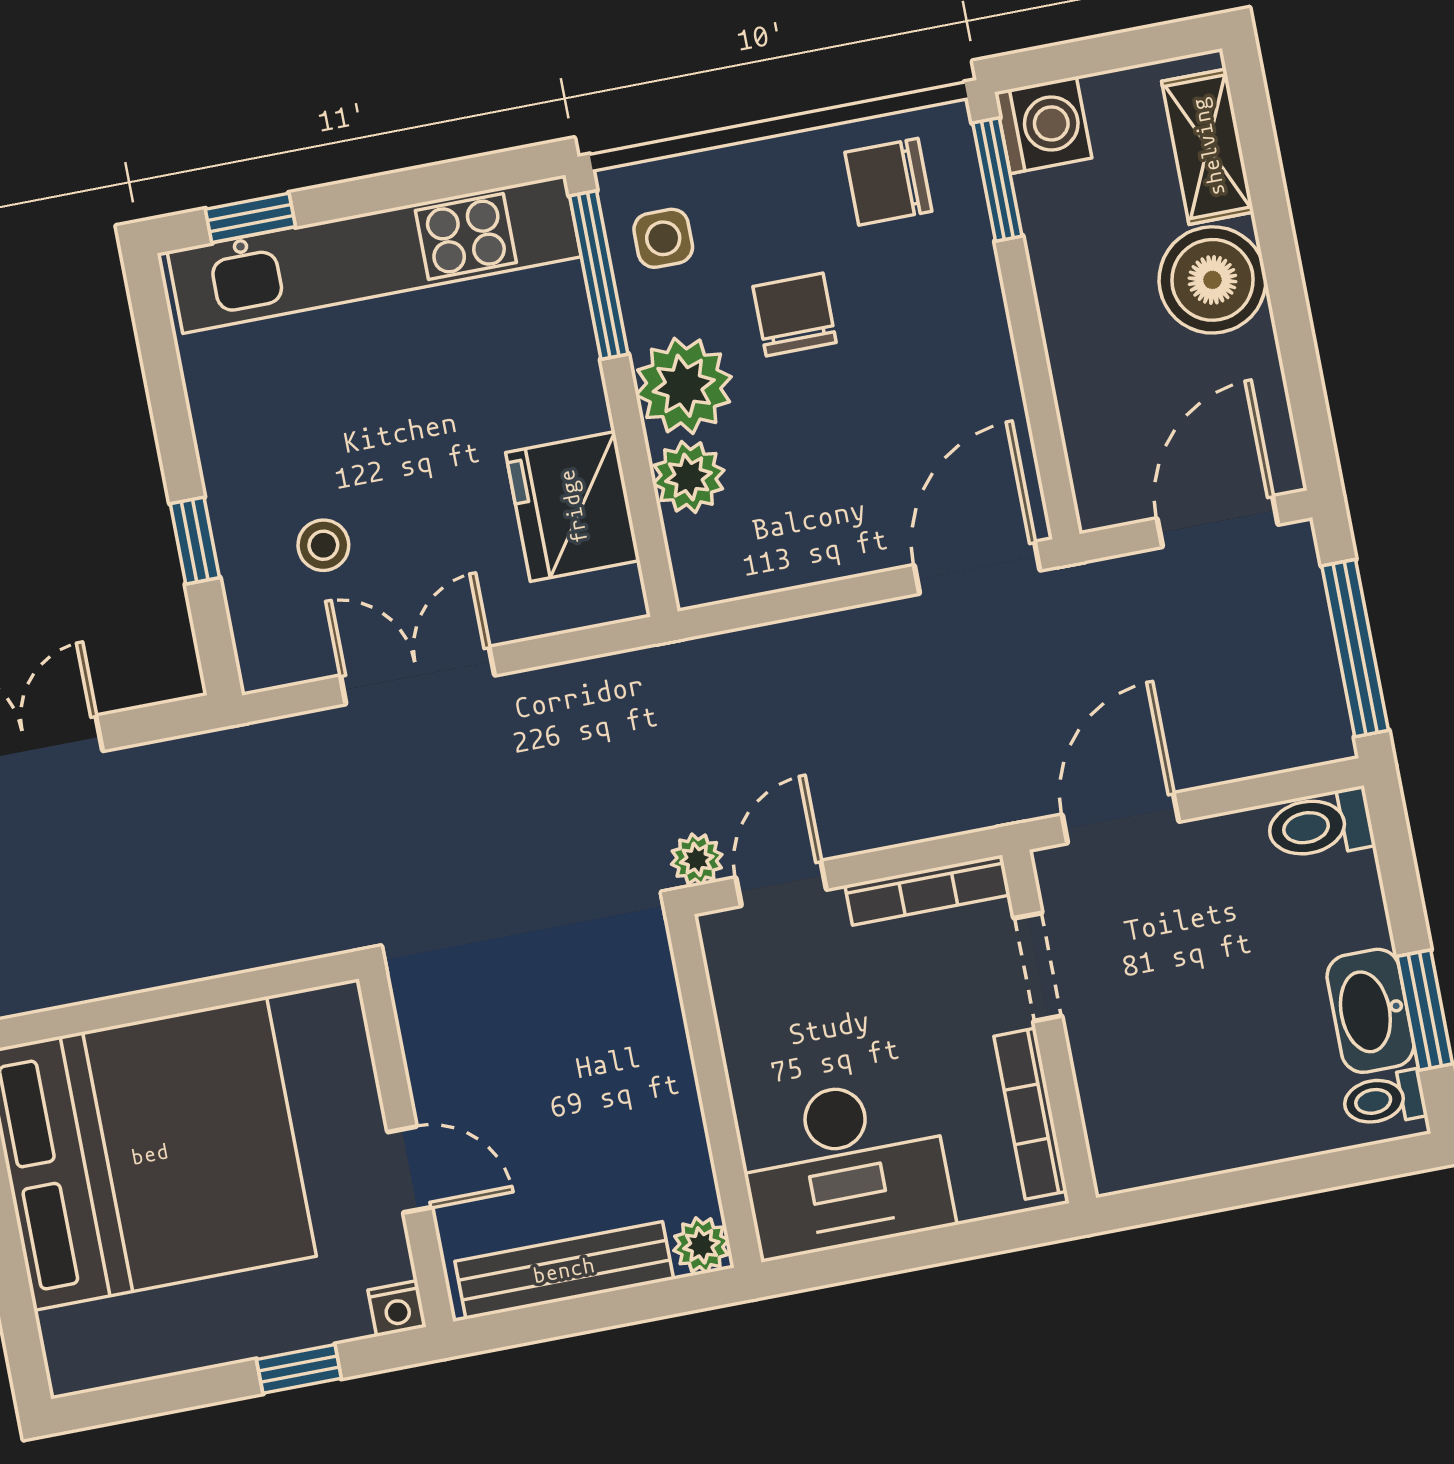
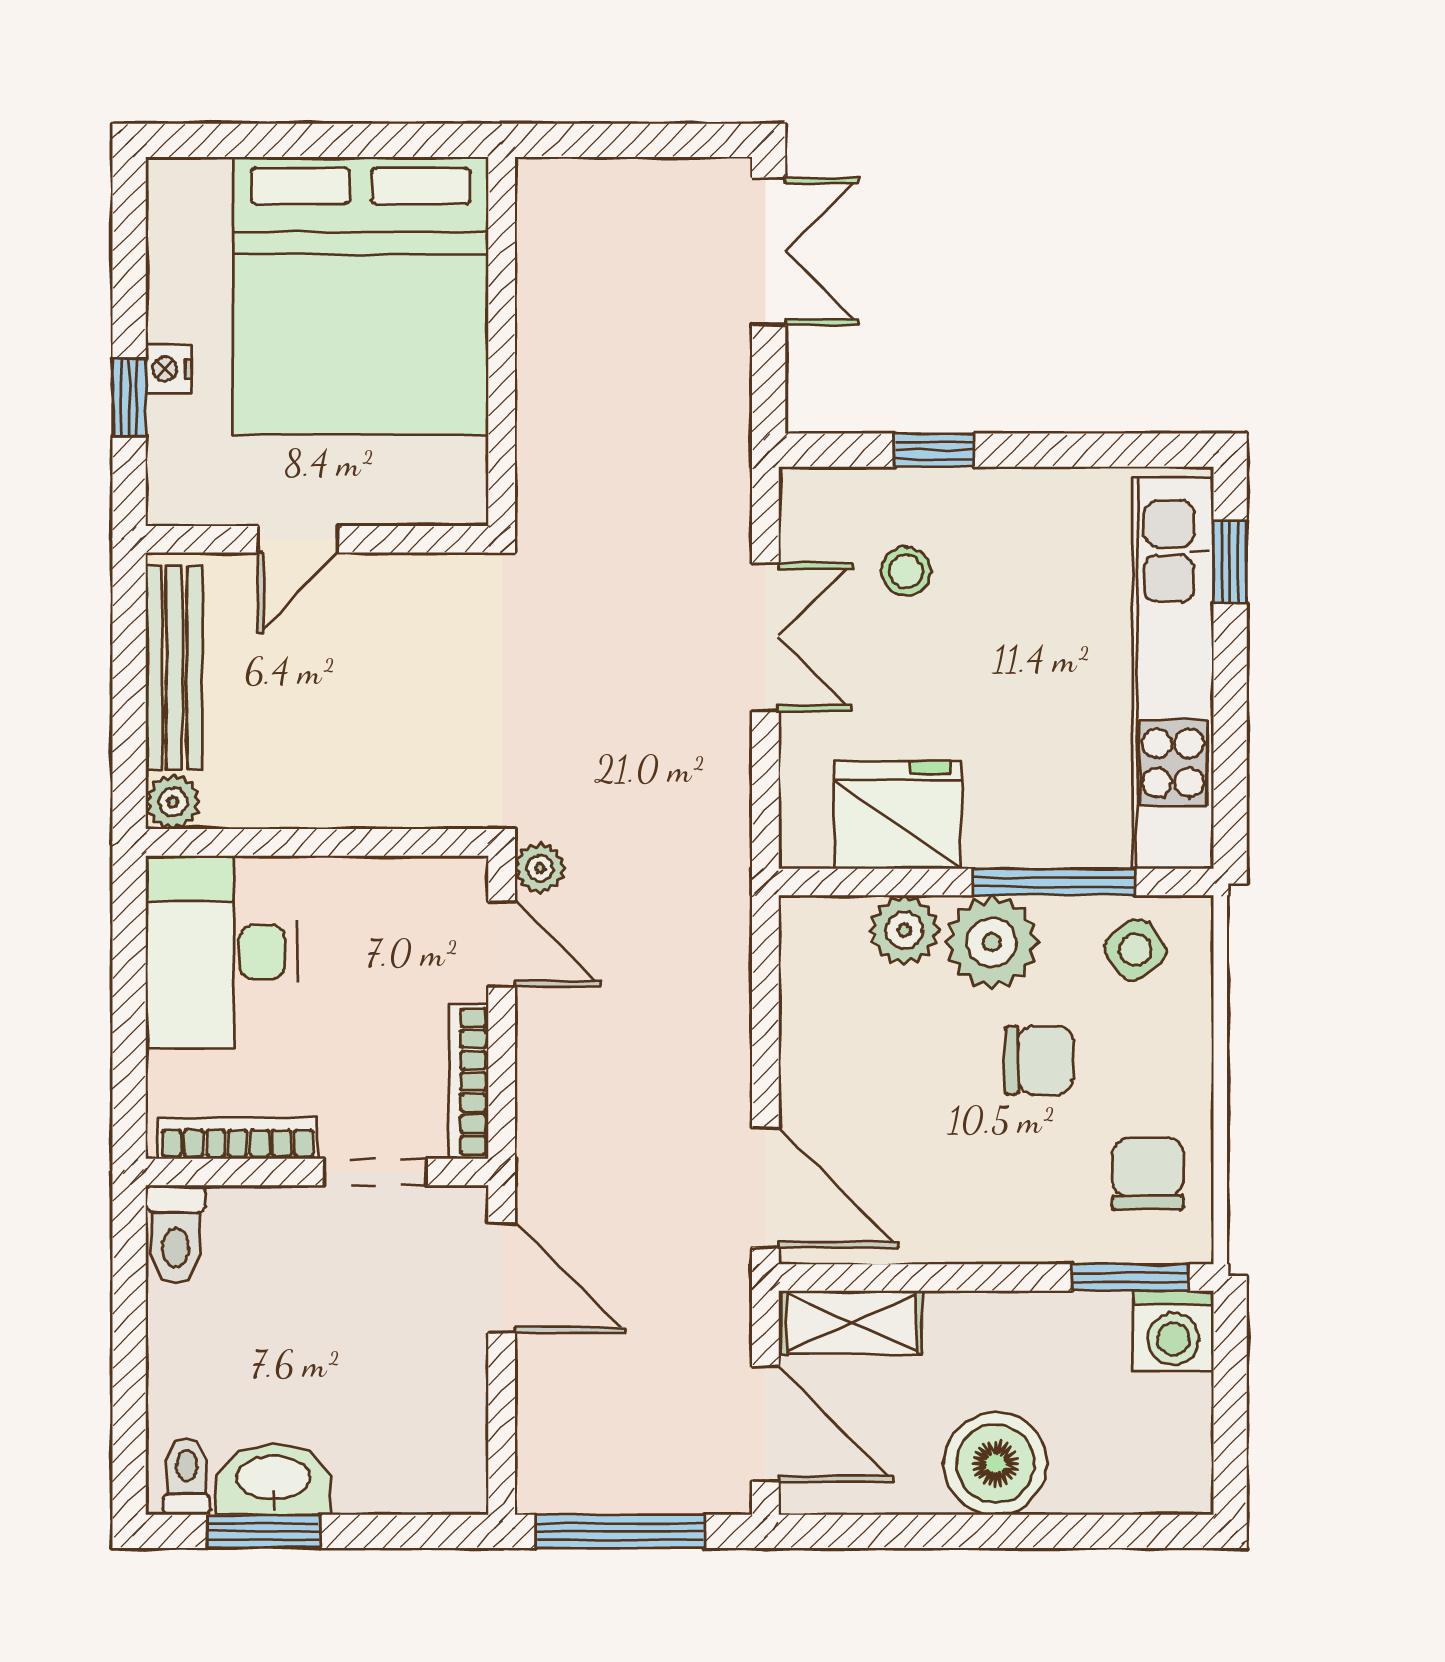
shelving: (1208, 147) -> (852, 1322), moved
side table: (663, 238) -> (1135, 950), turned -36
window: (599, 275) -> (1054, 882), moved
toilet: (1320, 825) -> (175, 1234), moved, turned 180
nightstand: (397, 1308) -> (169, 369), moved

